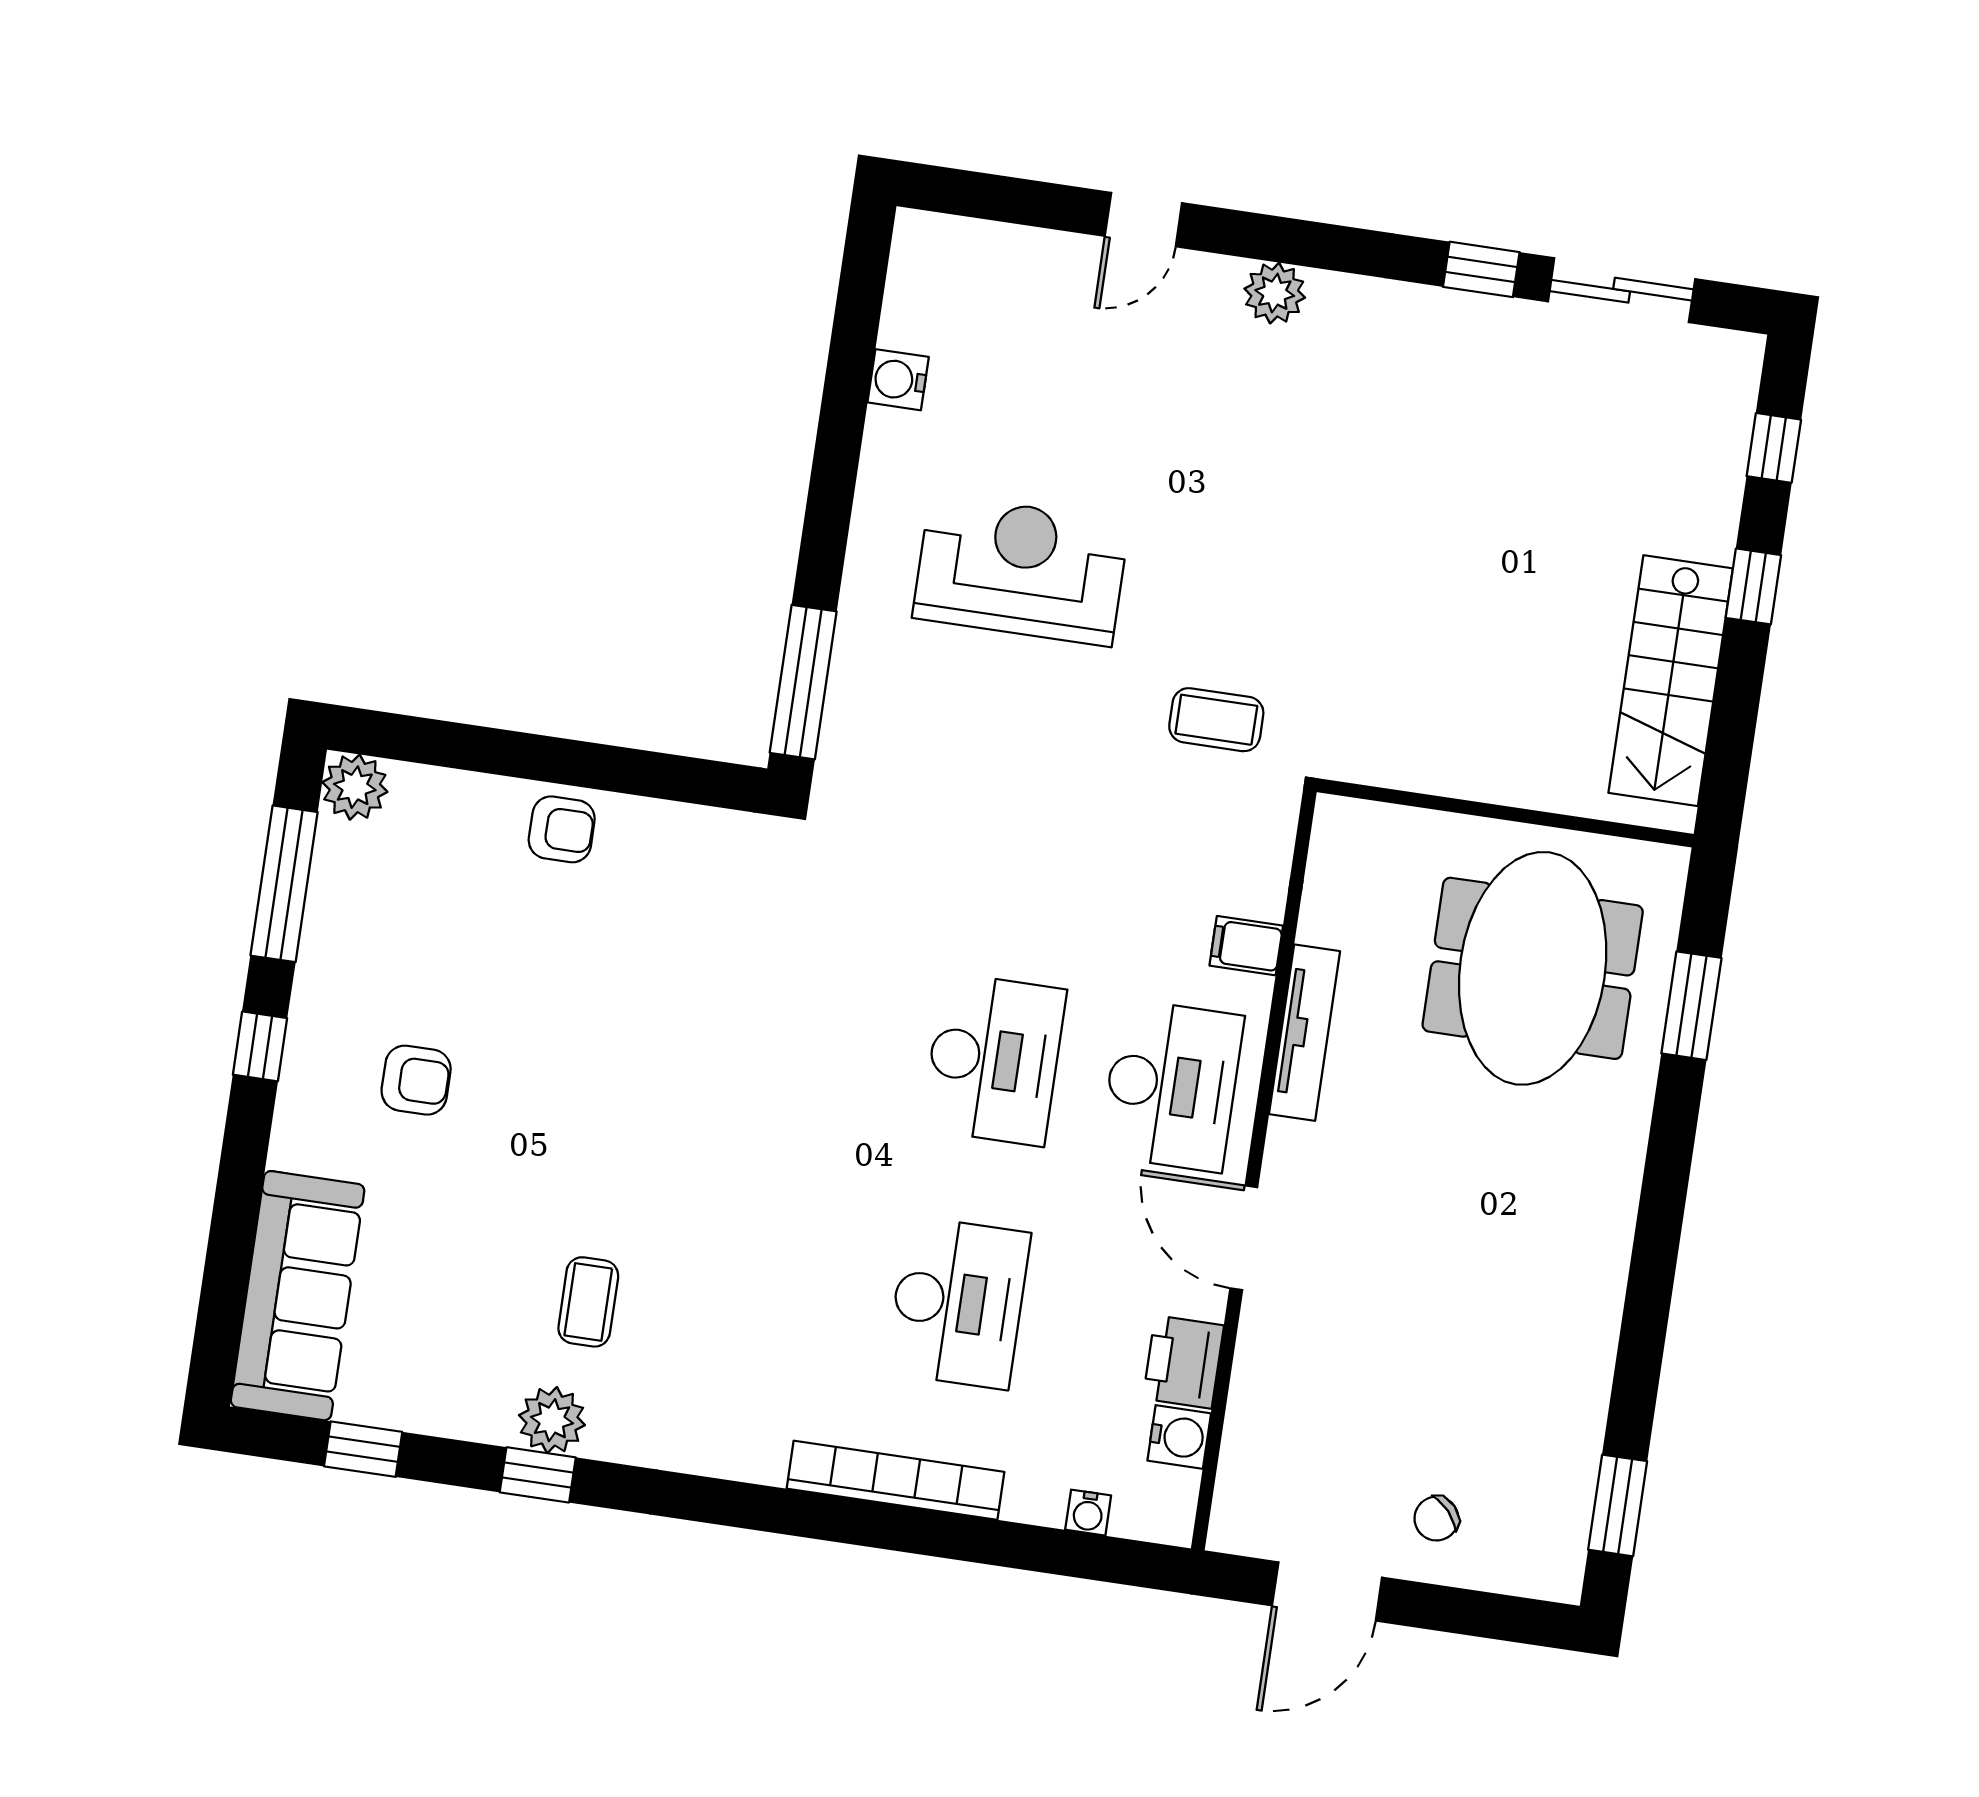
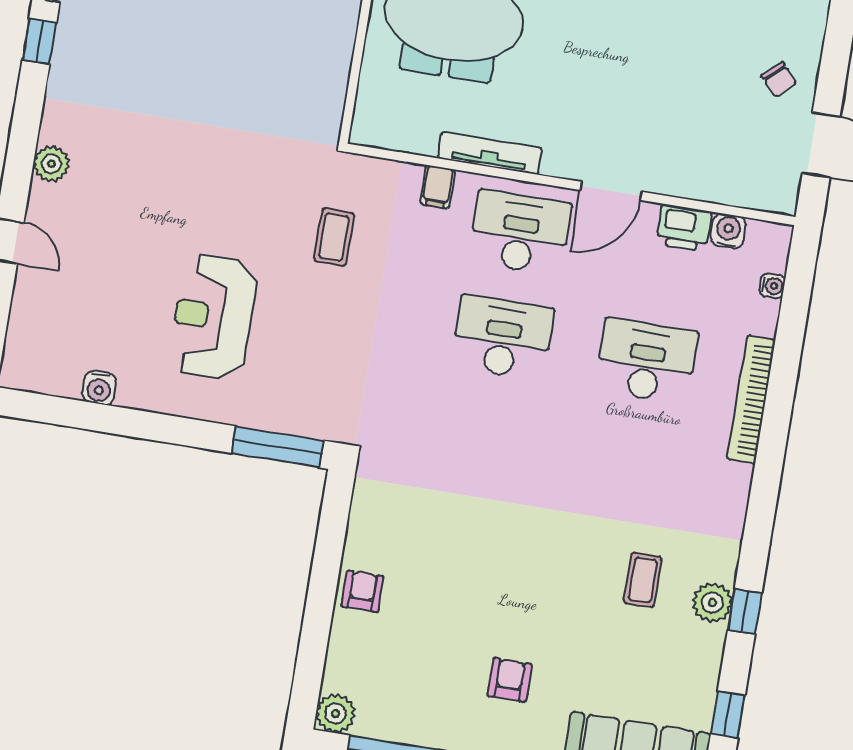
coffee table: (1216, 720) -> (334, 237), moved
coffee table: (588, 1302) -> (643, 580), turned 90

